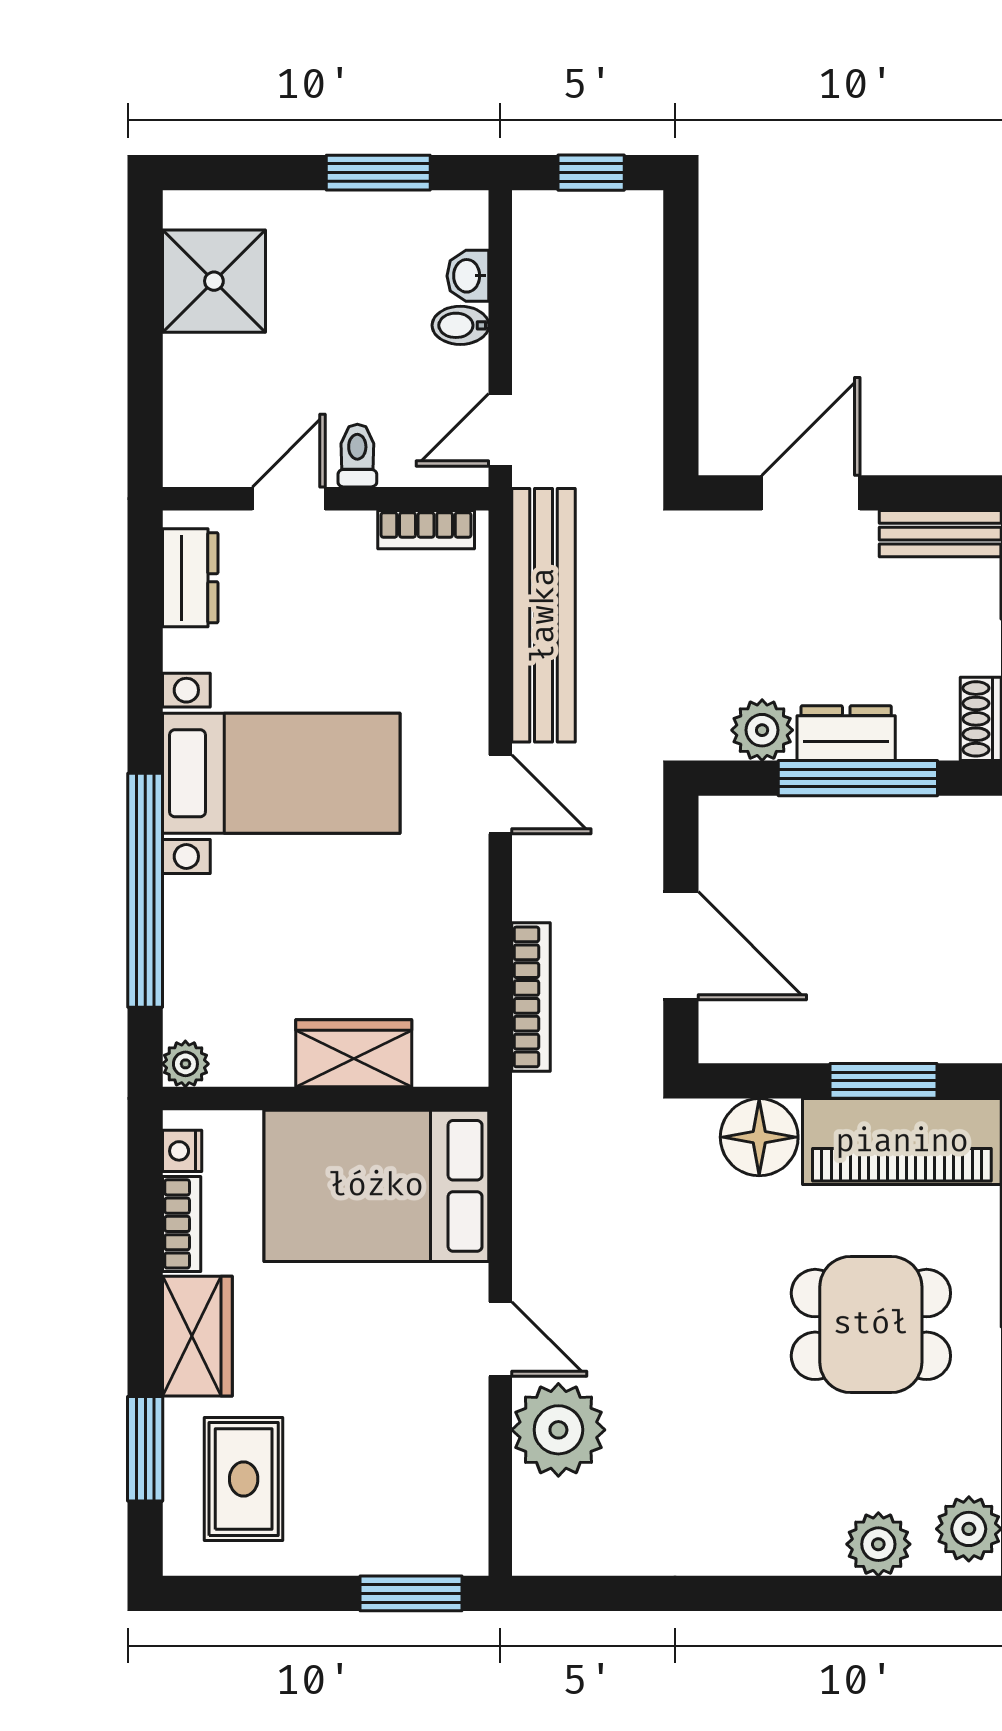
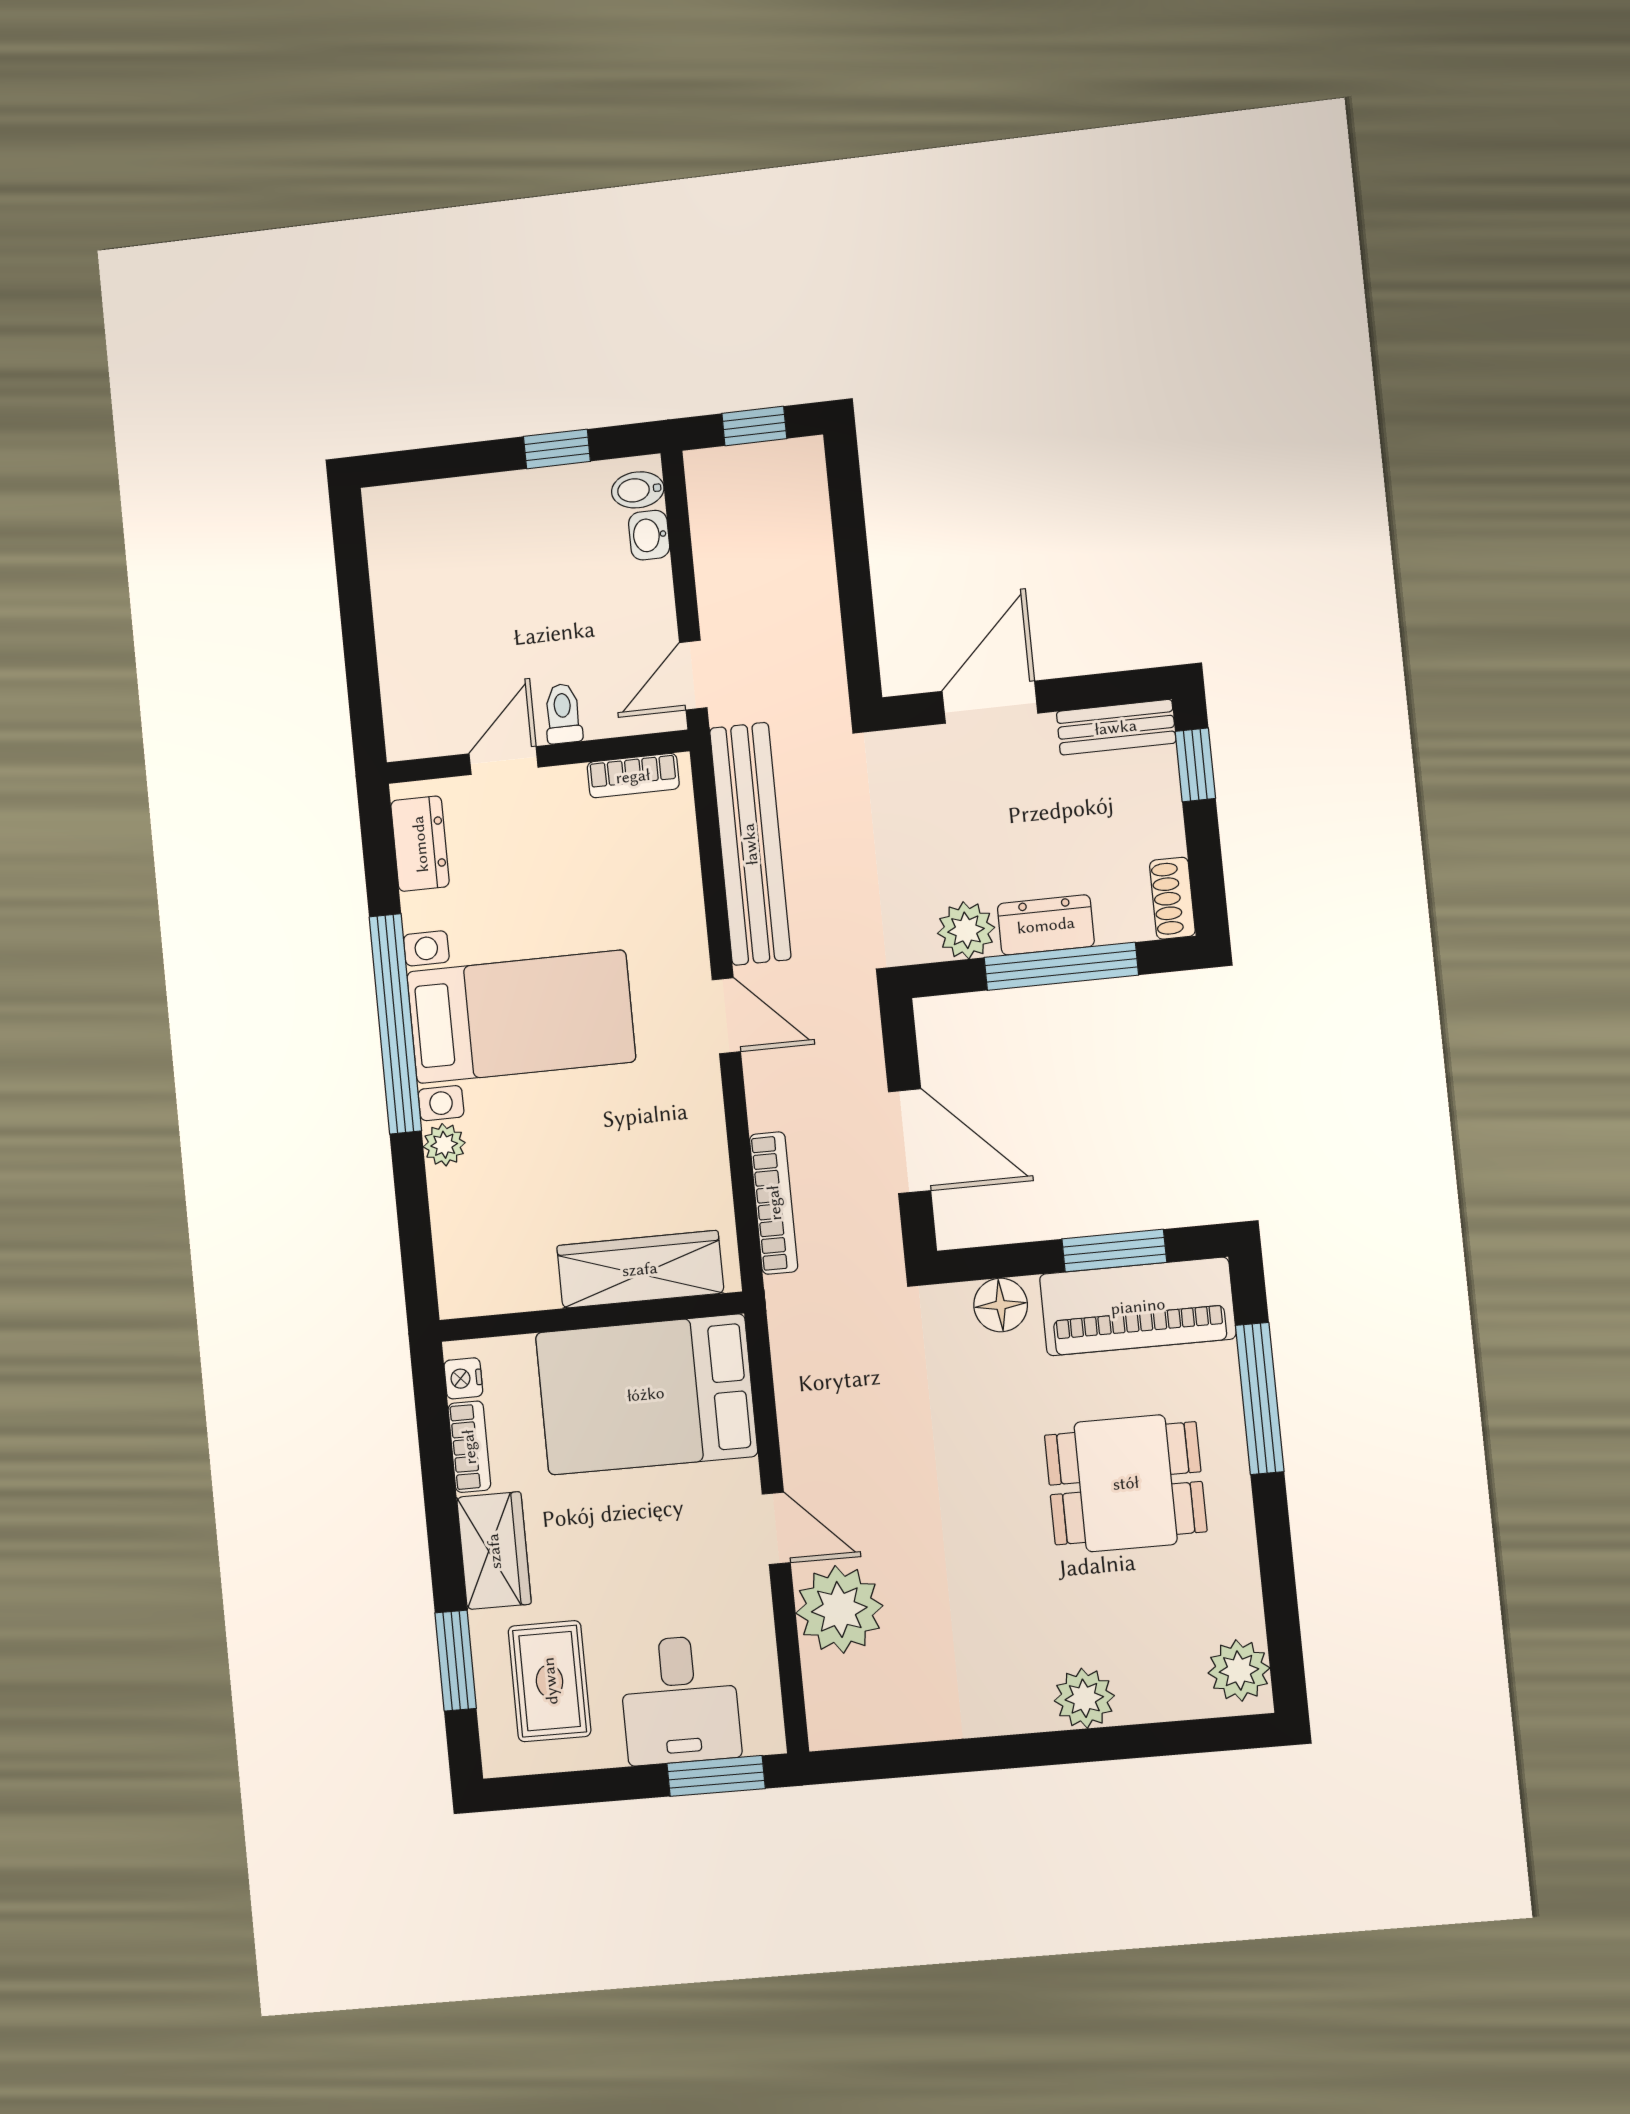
window: (378, 173) -> (557, 449), width x0.67
shower: (214, 281) -> (416, 567), removed
bidet: (460, 325) -> (638, 490), moved
window: (145, 890) -> (395, 1024), moved
wardrobe: (354, 1053) -> (640, 1269), width x1.50
plant: (185, 1064) -> (444, 1145), moved
floor lamp: (759, 1137) -> (1001, 1305), width x0.73, depth x0.73
desk: (380, 1510) -> (680, 1700), added
plant: (878, 1544) -> (1084, 1698), moved

